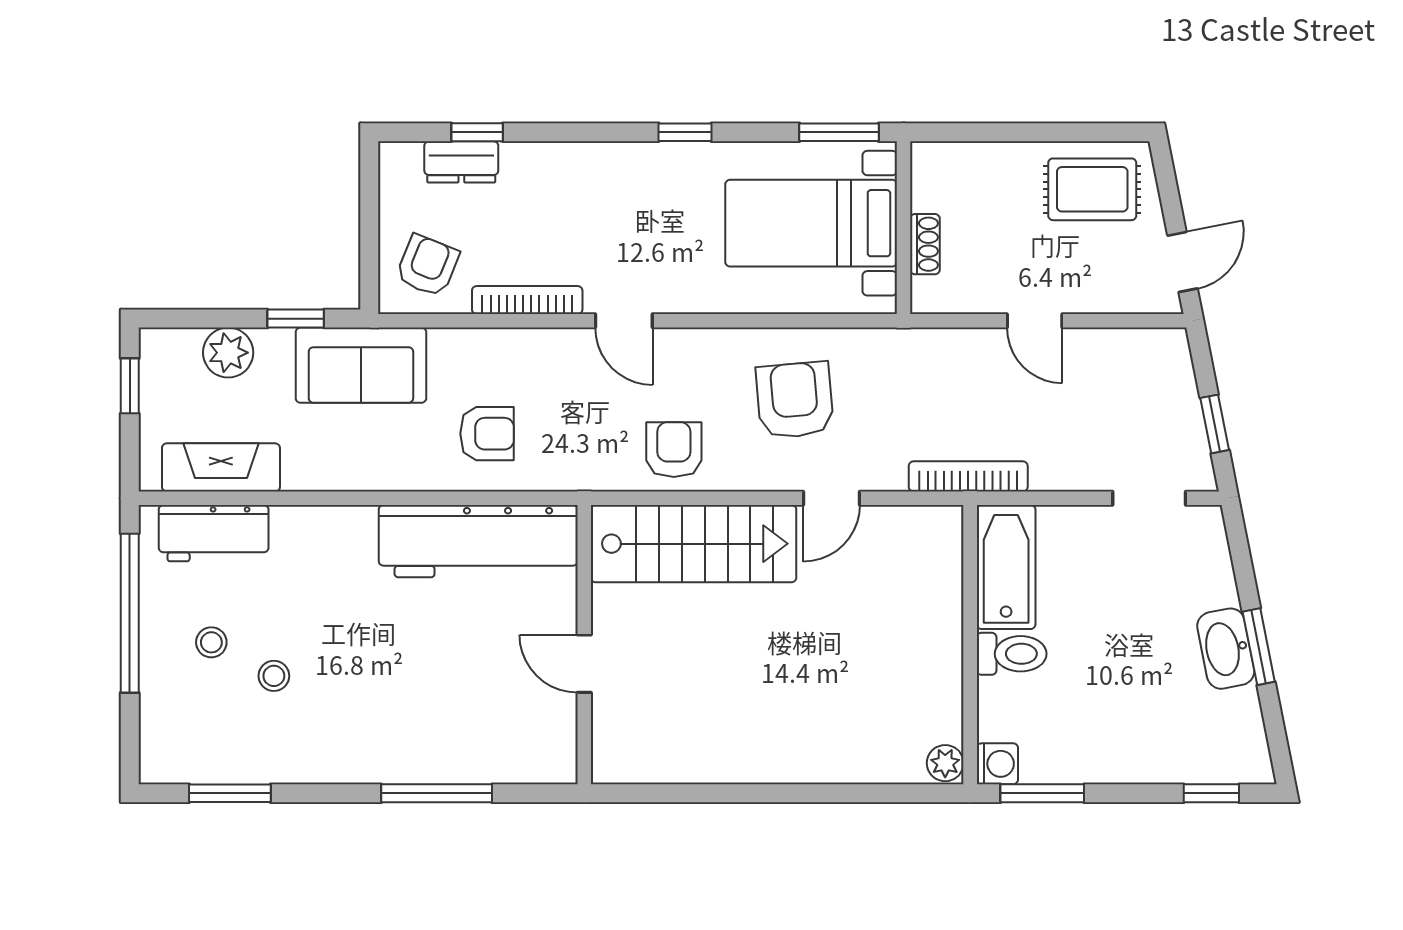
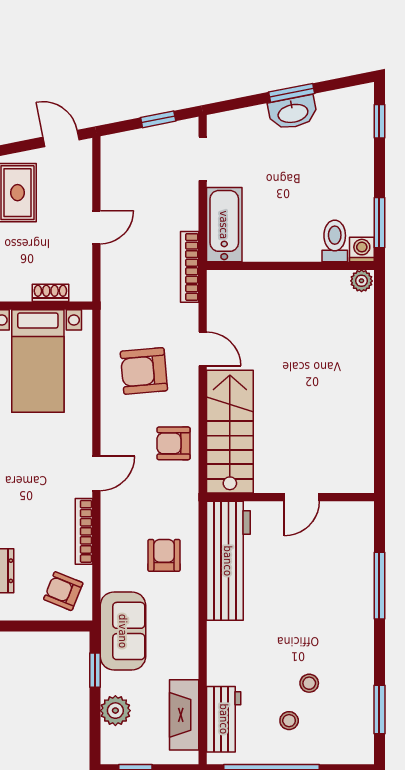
bathtub: (1006, 567) -> (224, 225), moved, turned 90
toilet: (1012, 654) -> (335, 241), moved

